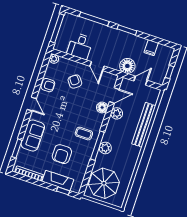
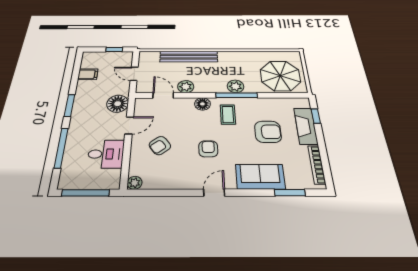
floor lamp: (127, 66) -> (118, 104), moved
armchair: (48, 85) -> (208, 149), moved
floor lamp: (102, 107) -> (202, 104), moved

